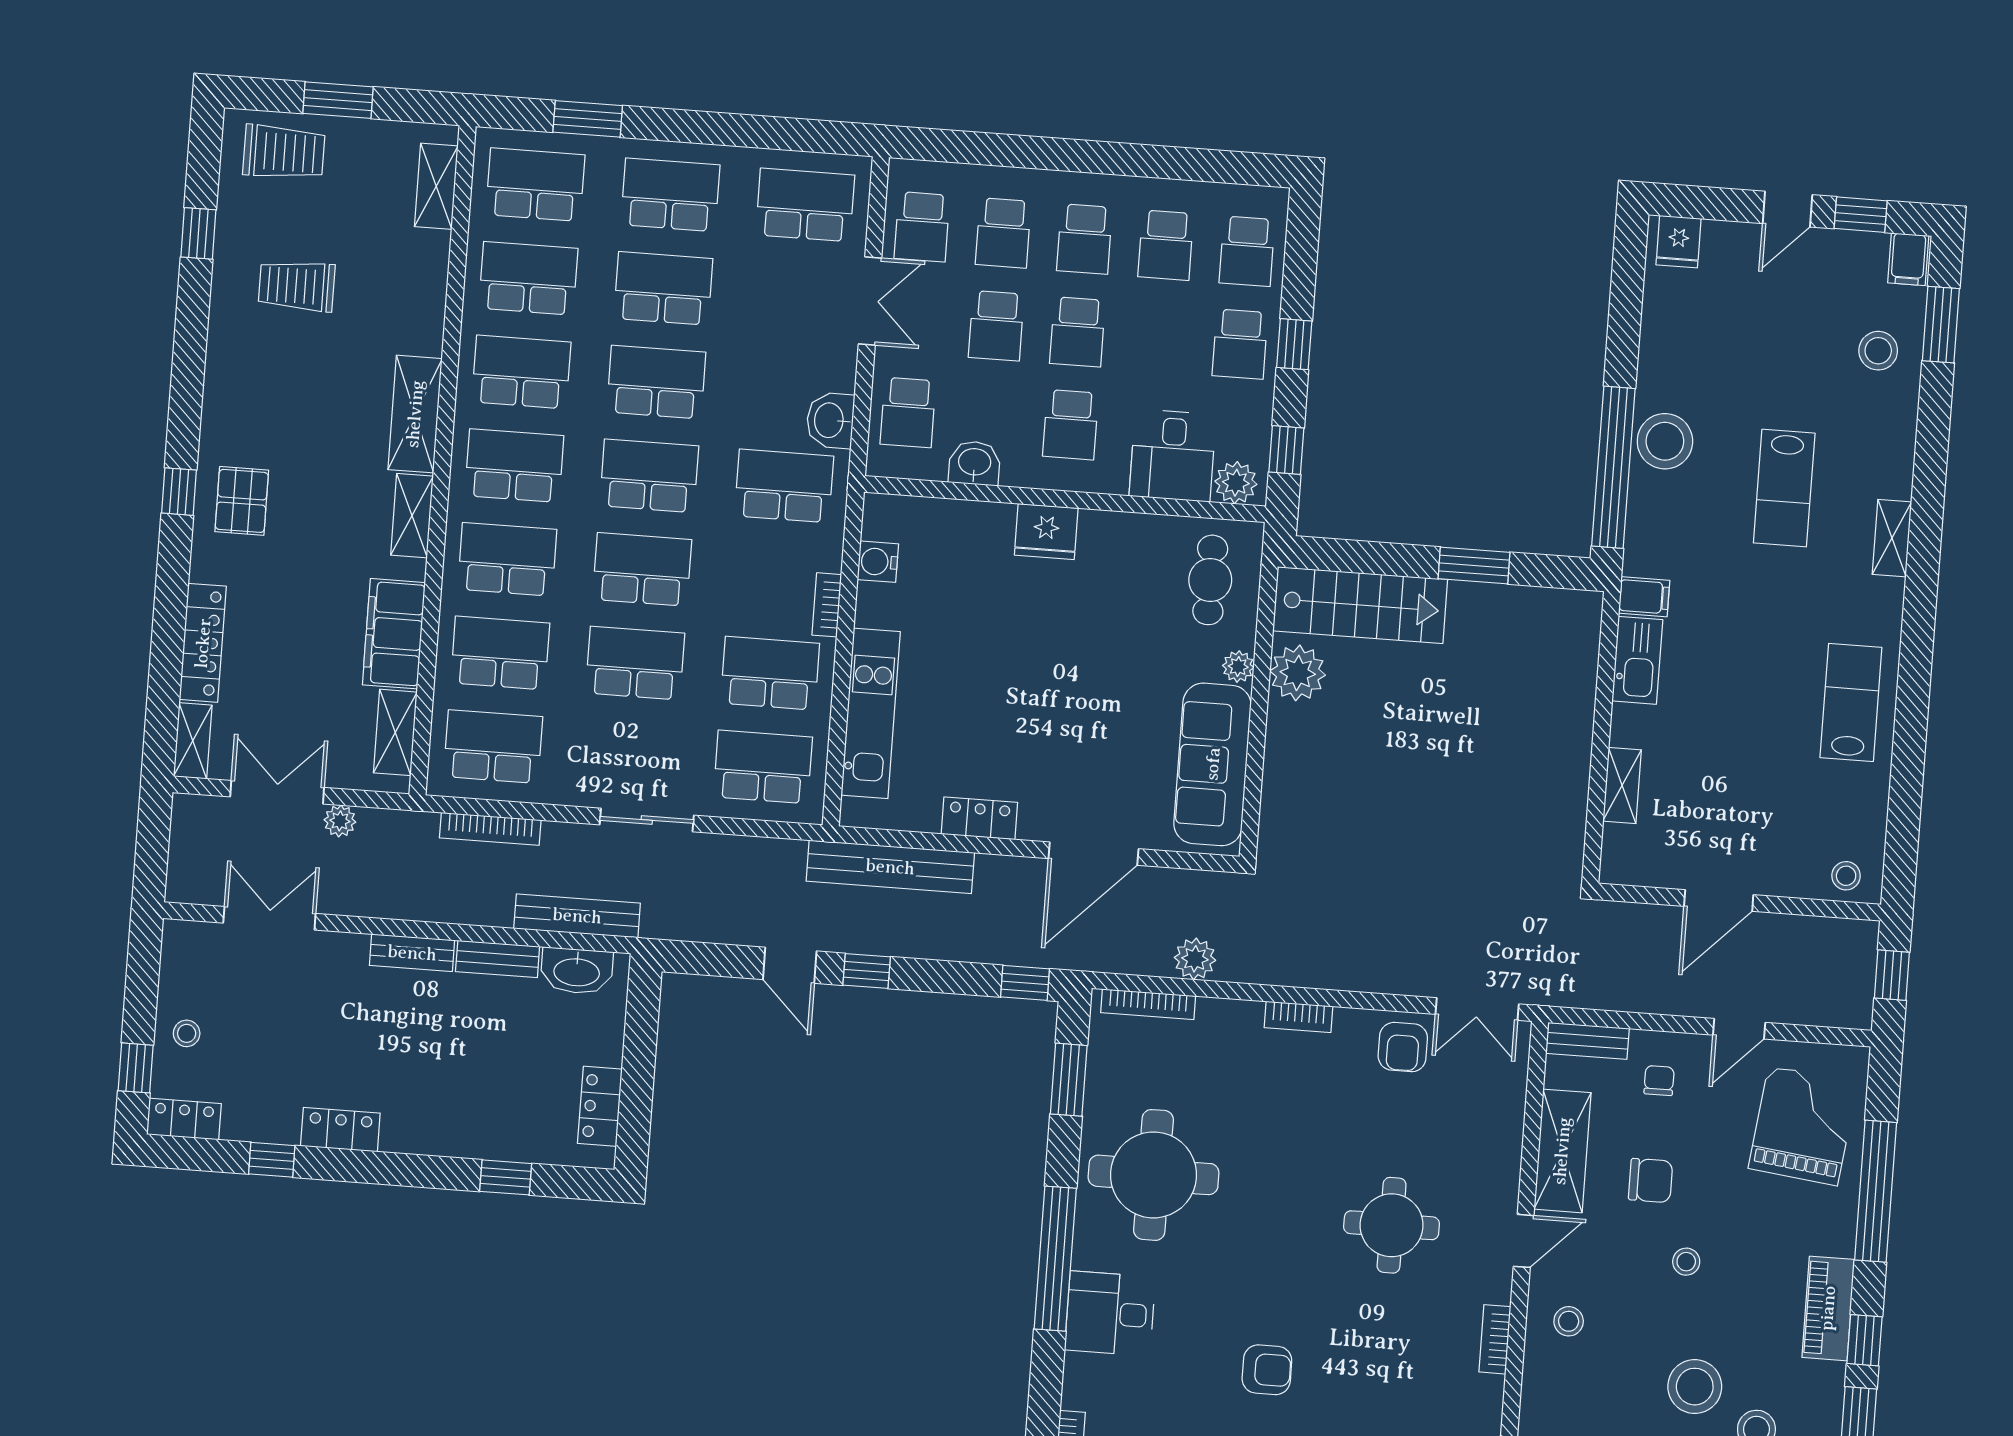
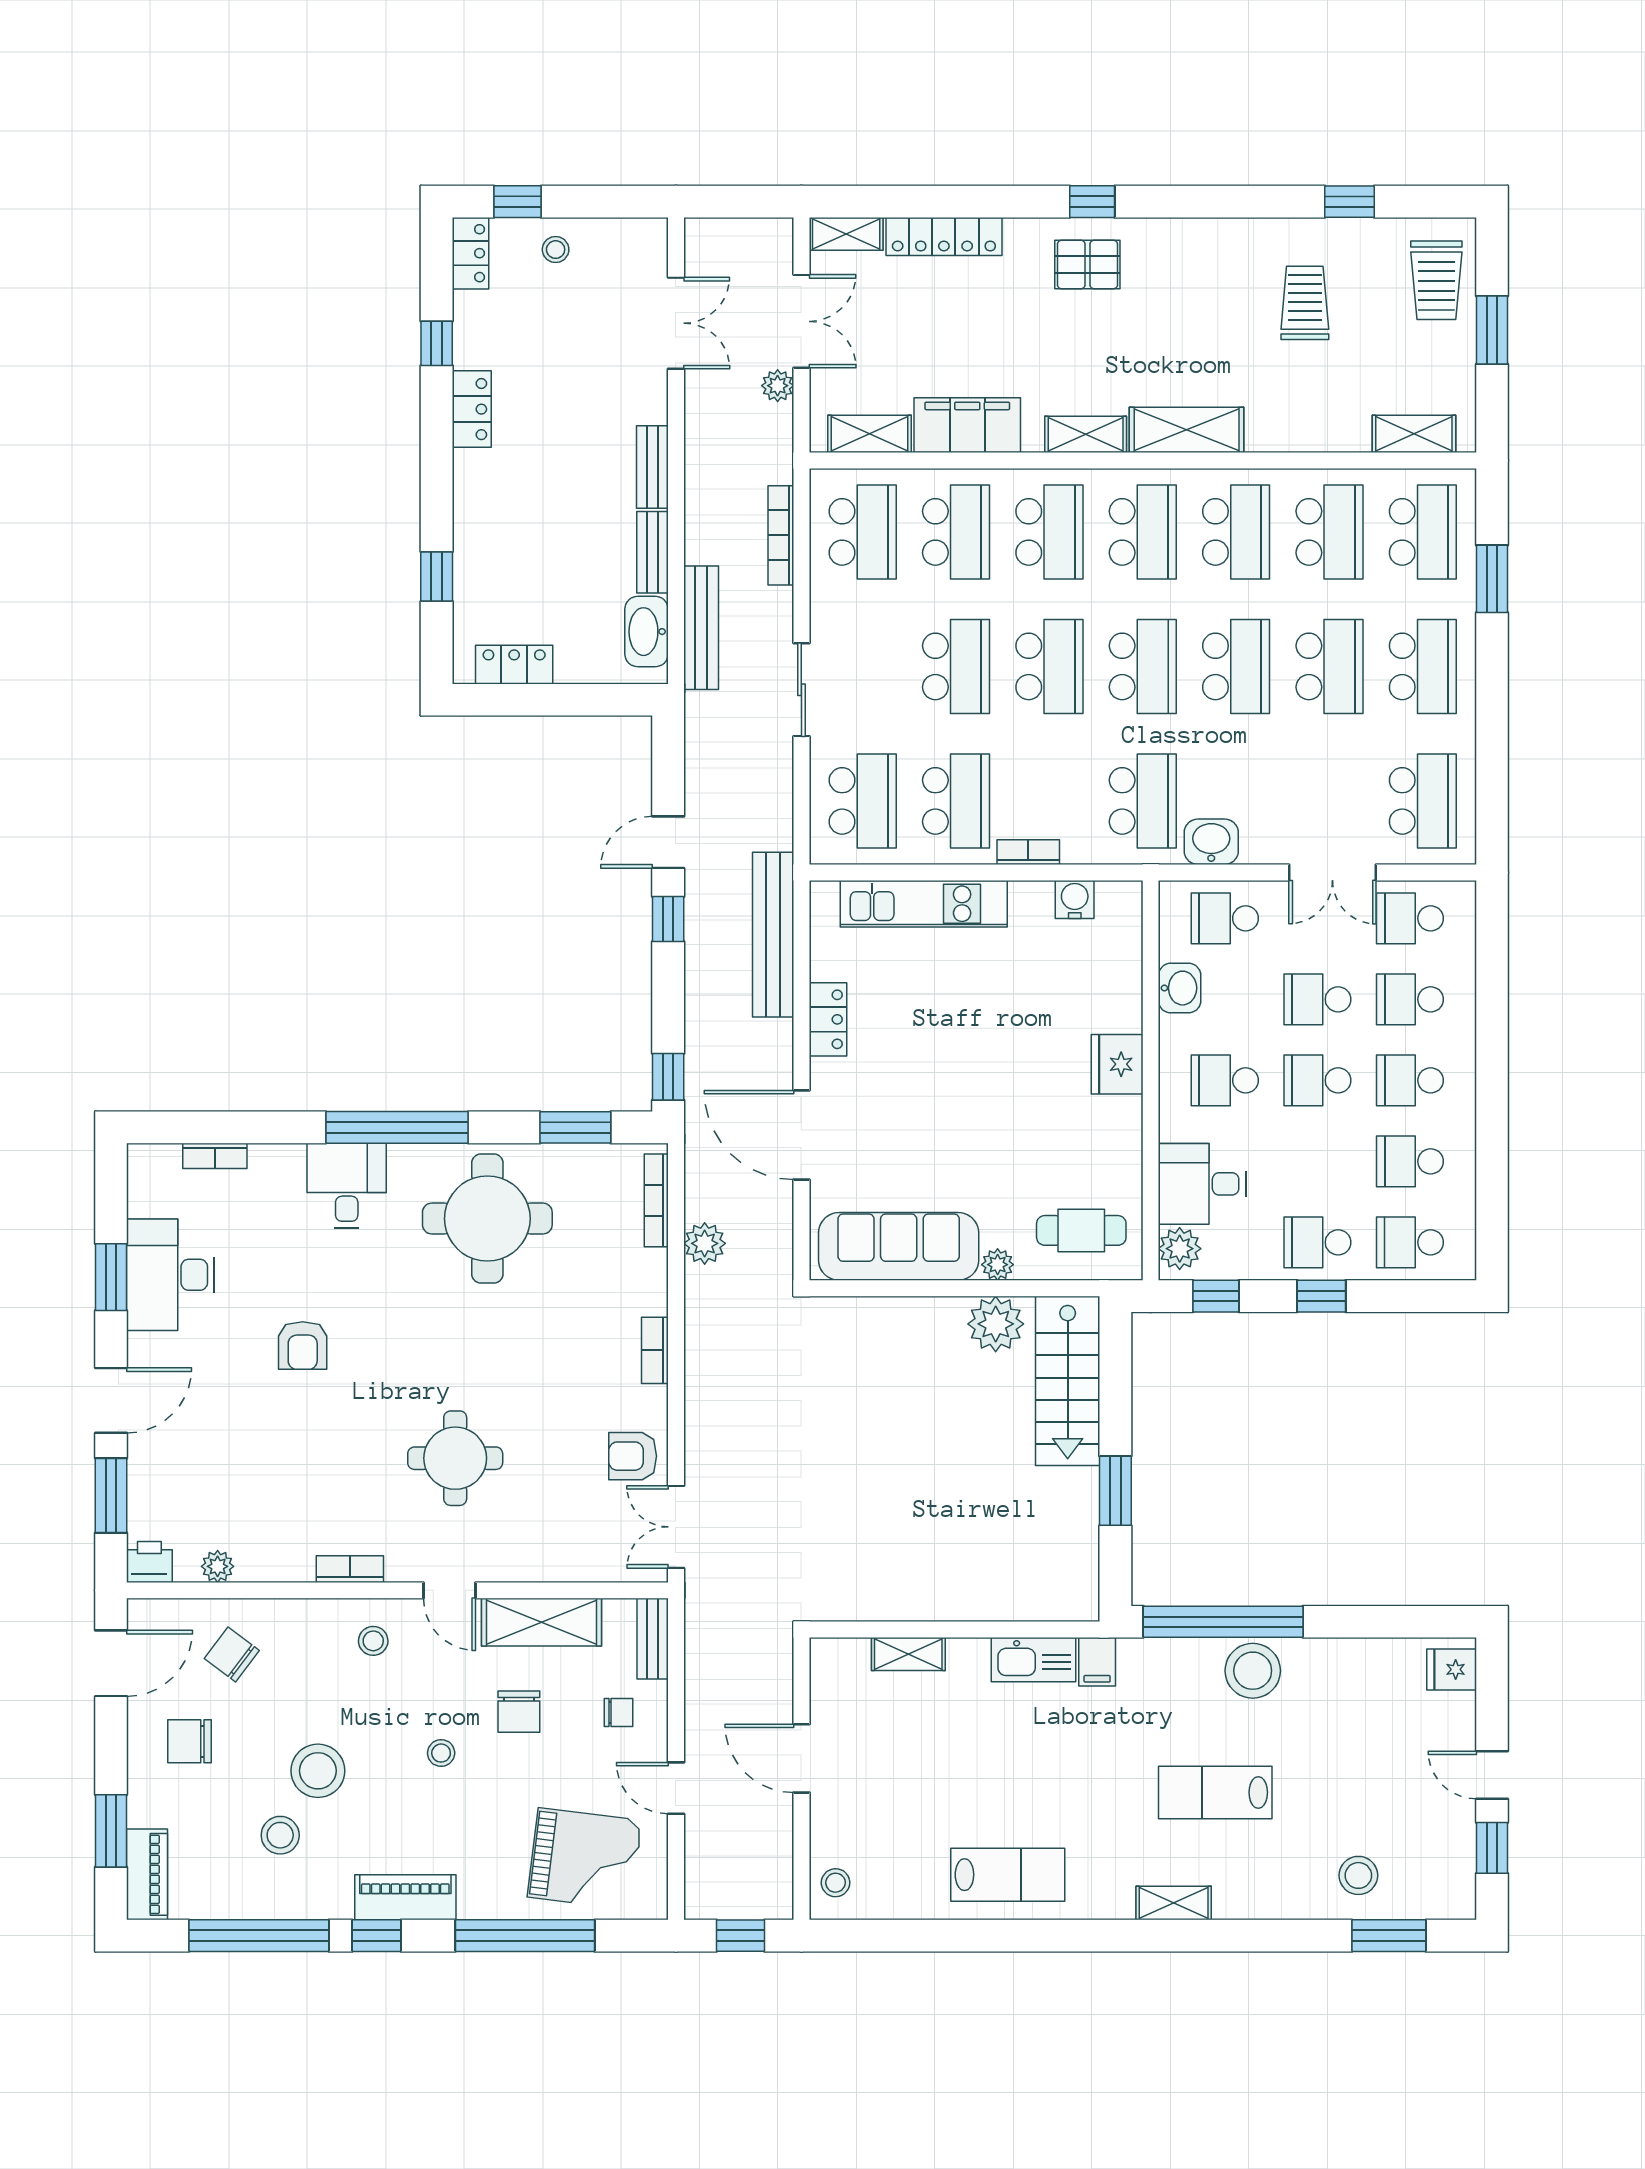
filing cabinet: (1908, 259) -> (1451, 1898), removed

